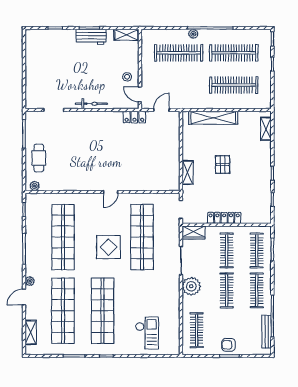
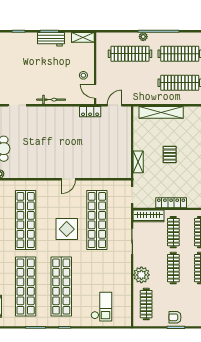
wardrobe: (193, 232) -> (148, 216), width x1.50
plant: (191, 286) -> (141, 275), moved

